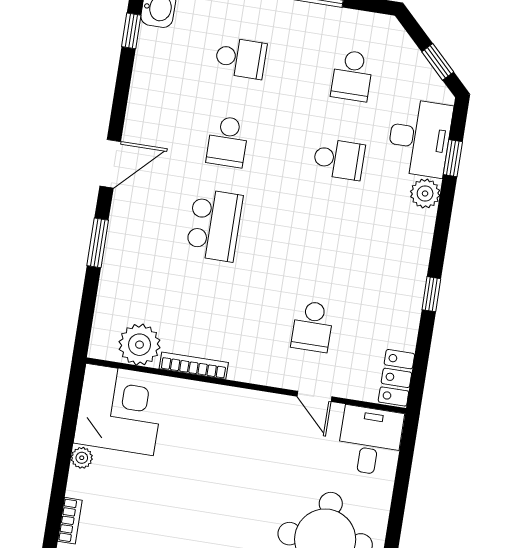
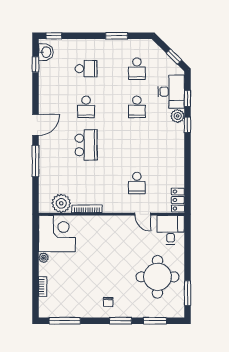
school desk: (339, 159) -> (137, 107), turned 90
window: (98, 243) -> (35, 161), width x1.44
window: (431, 294) -> (187, 125), moved

